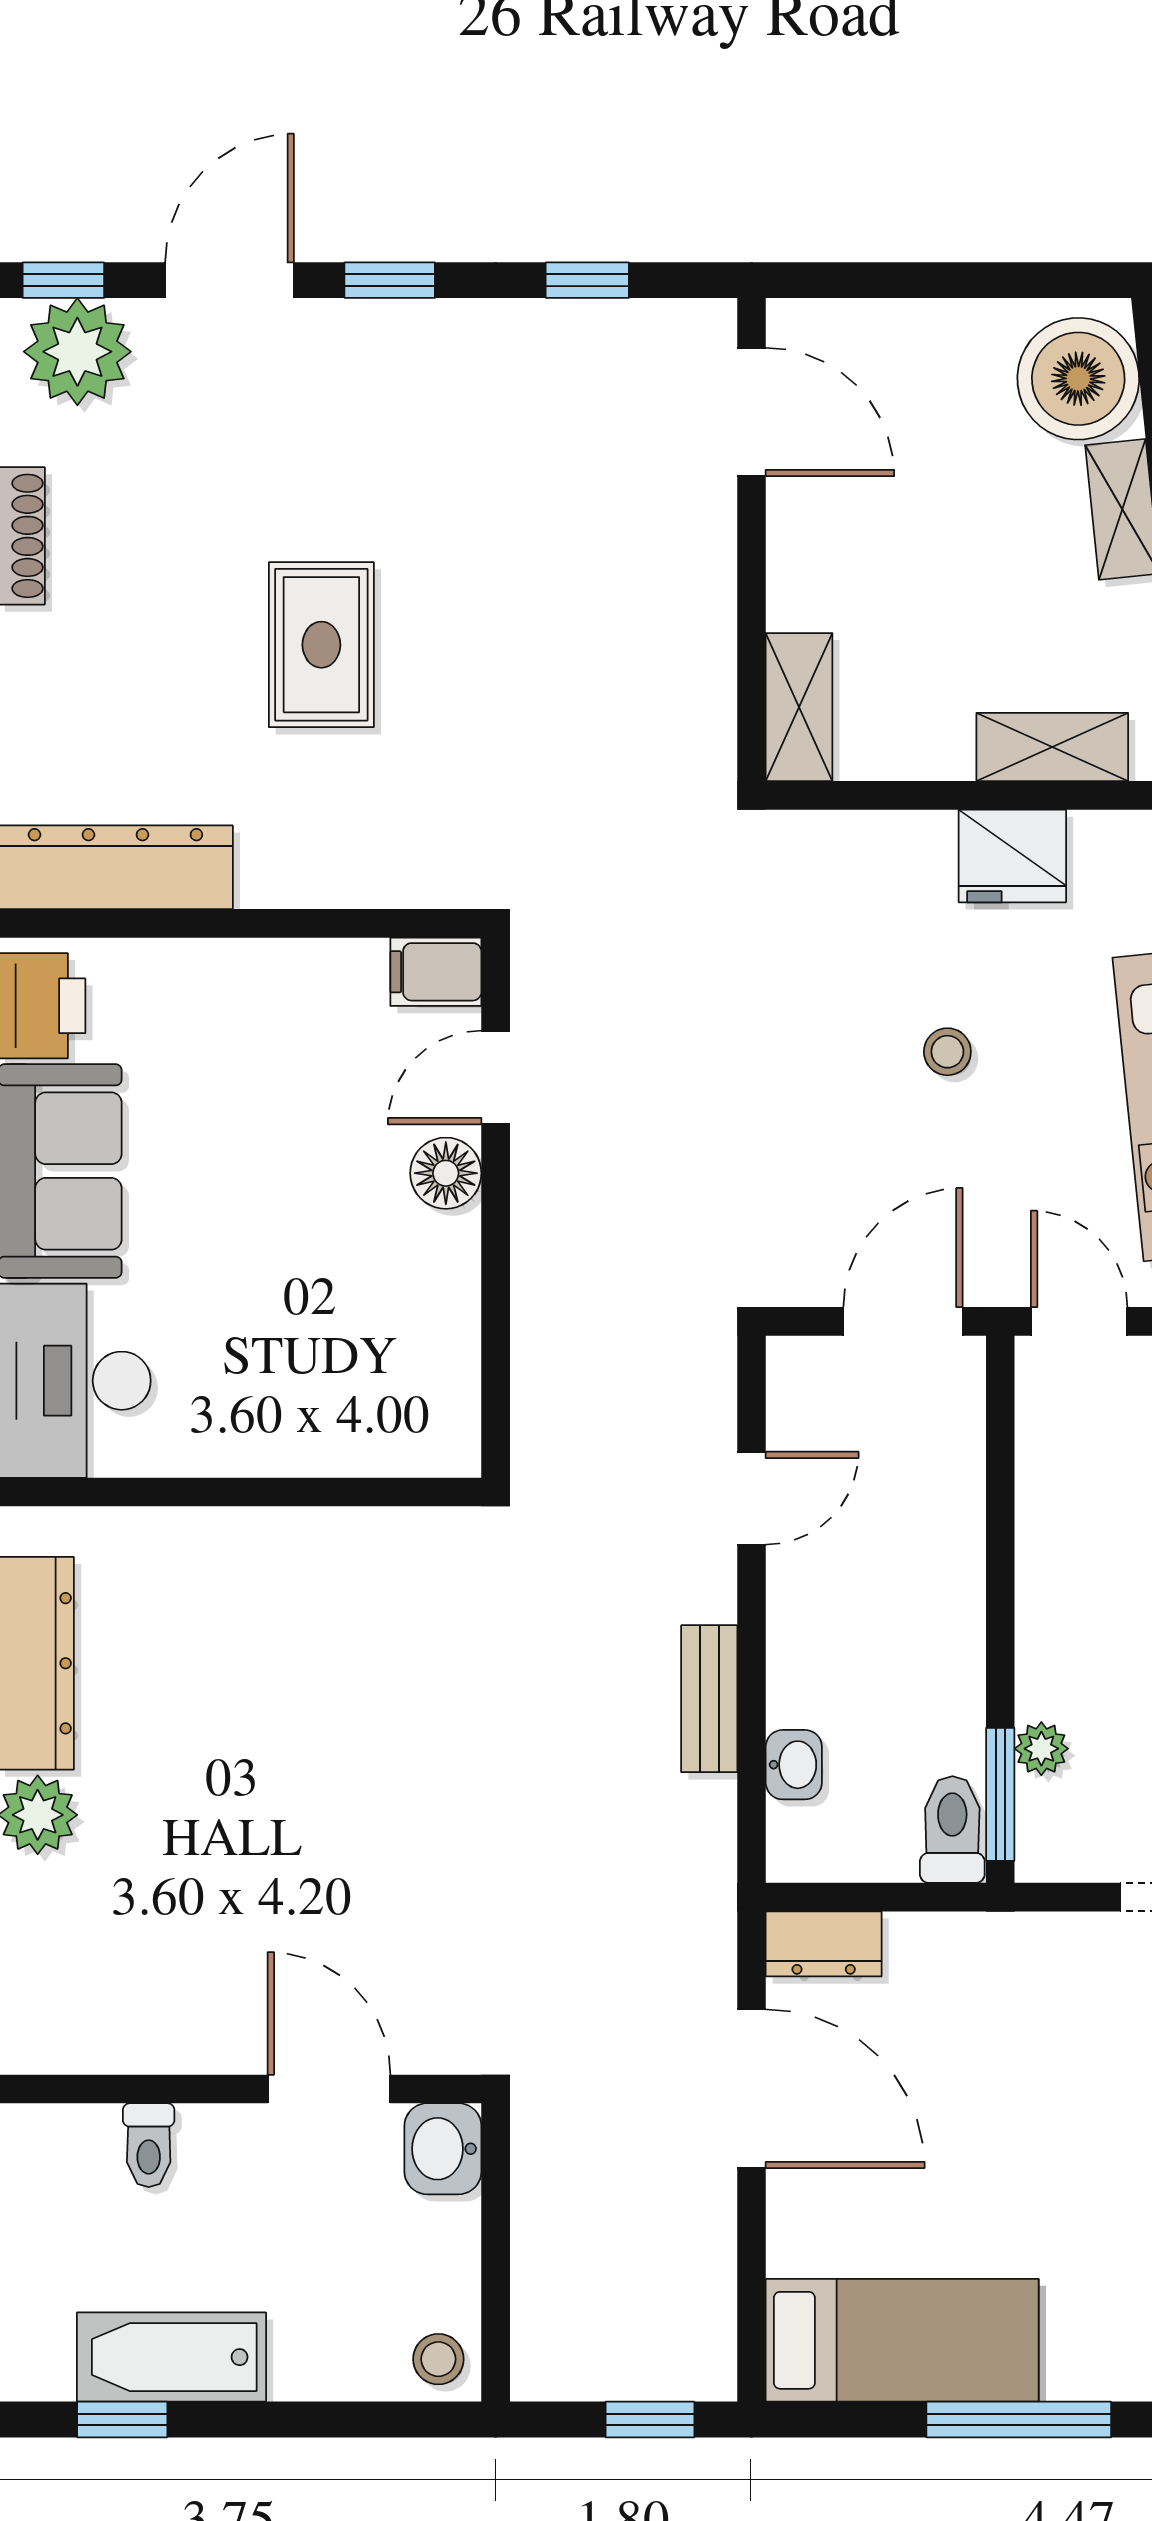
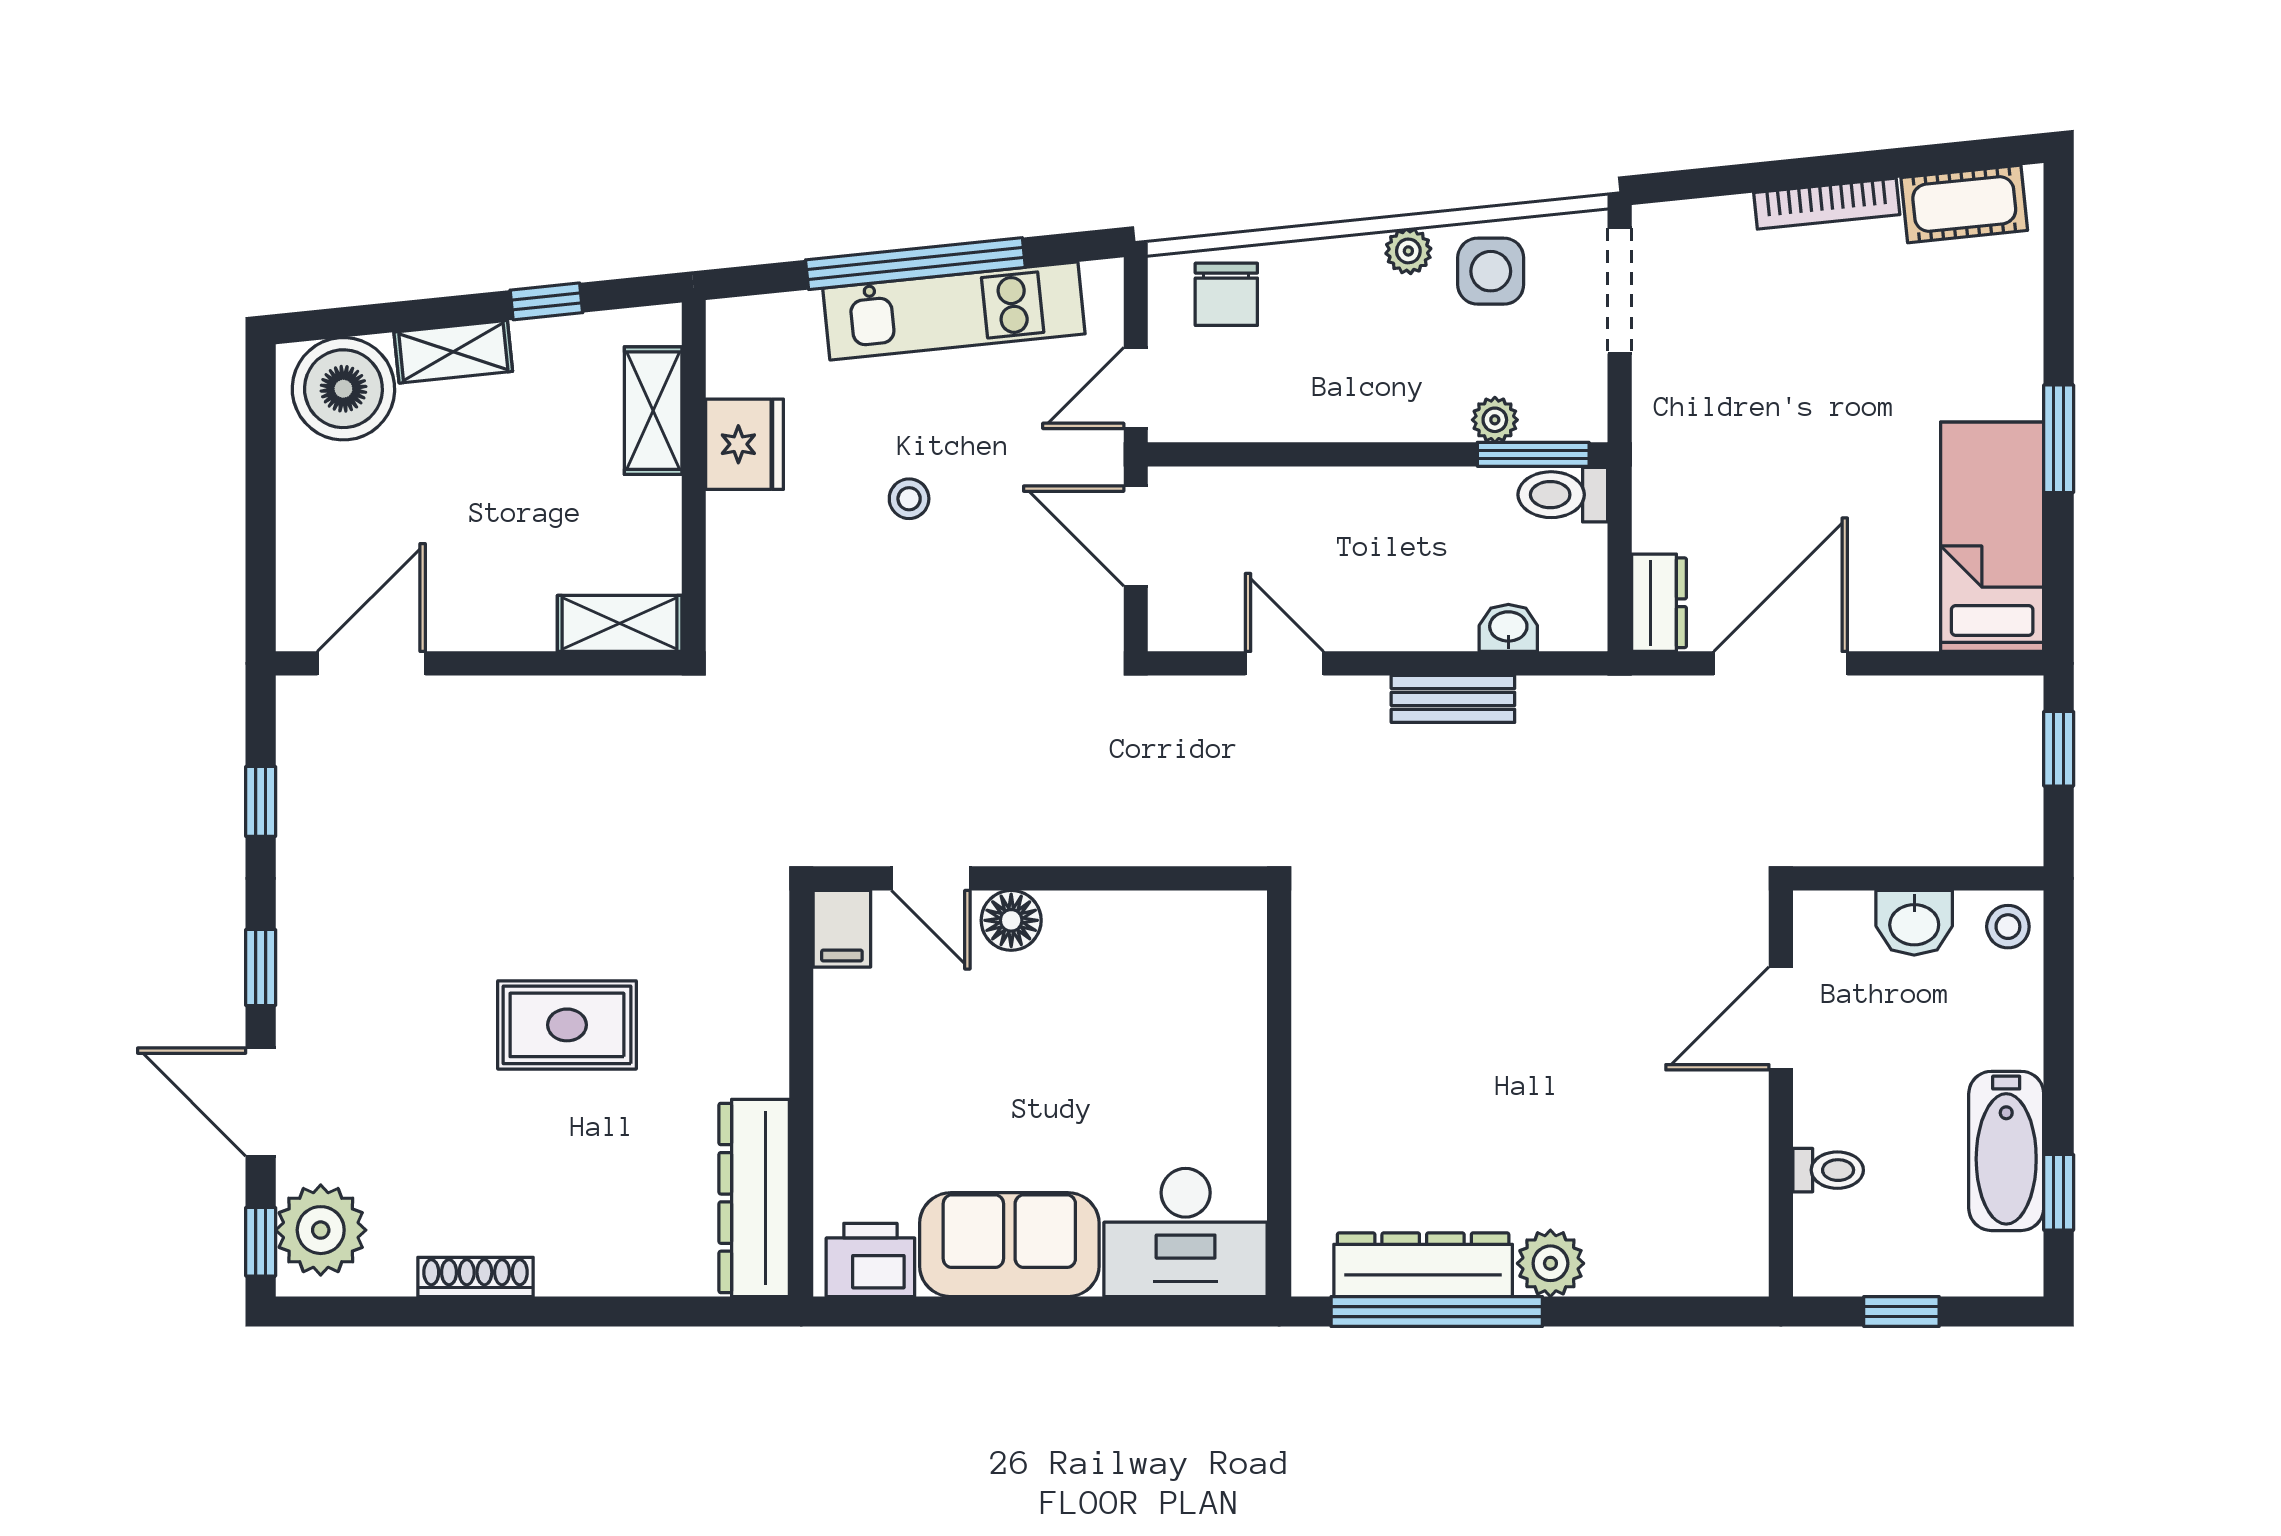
washbasin: (443, 2149) -> (1914, 923), moved
window: (1019, 2419) -> (2059, 439), width x0.69

